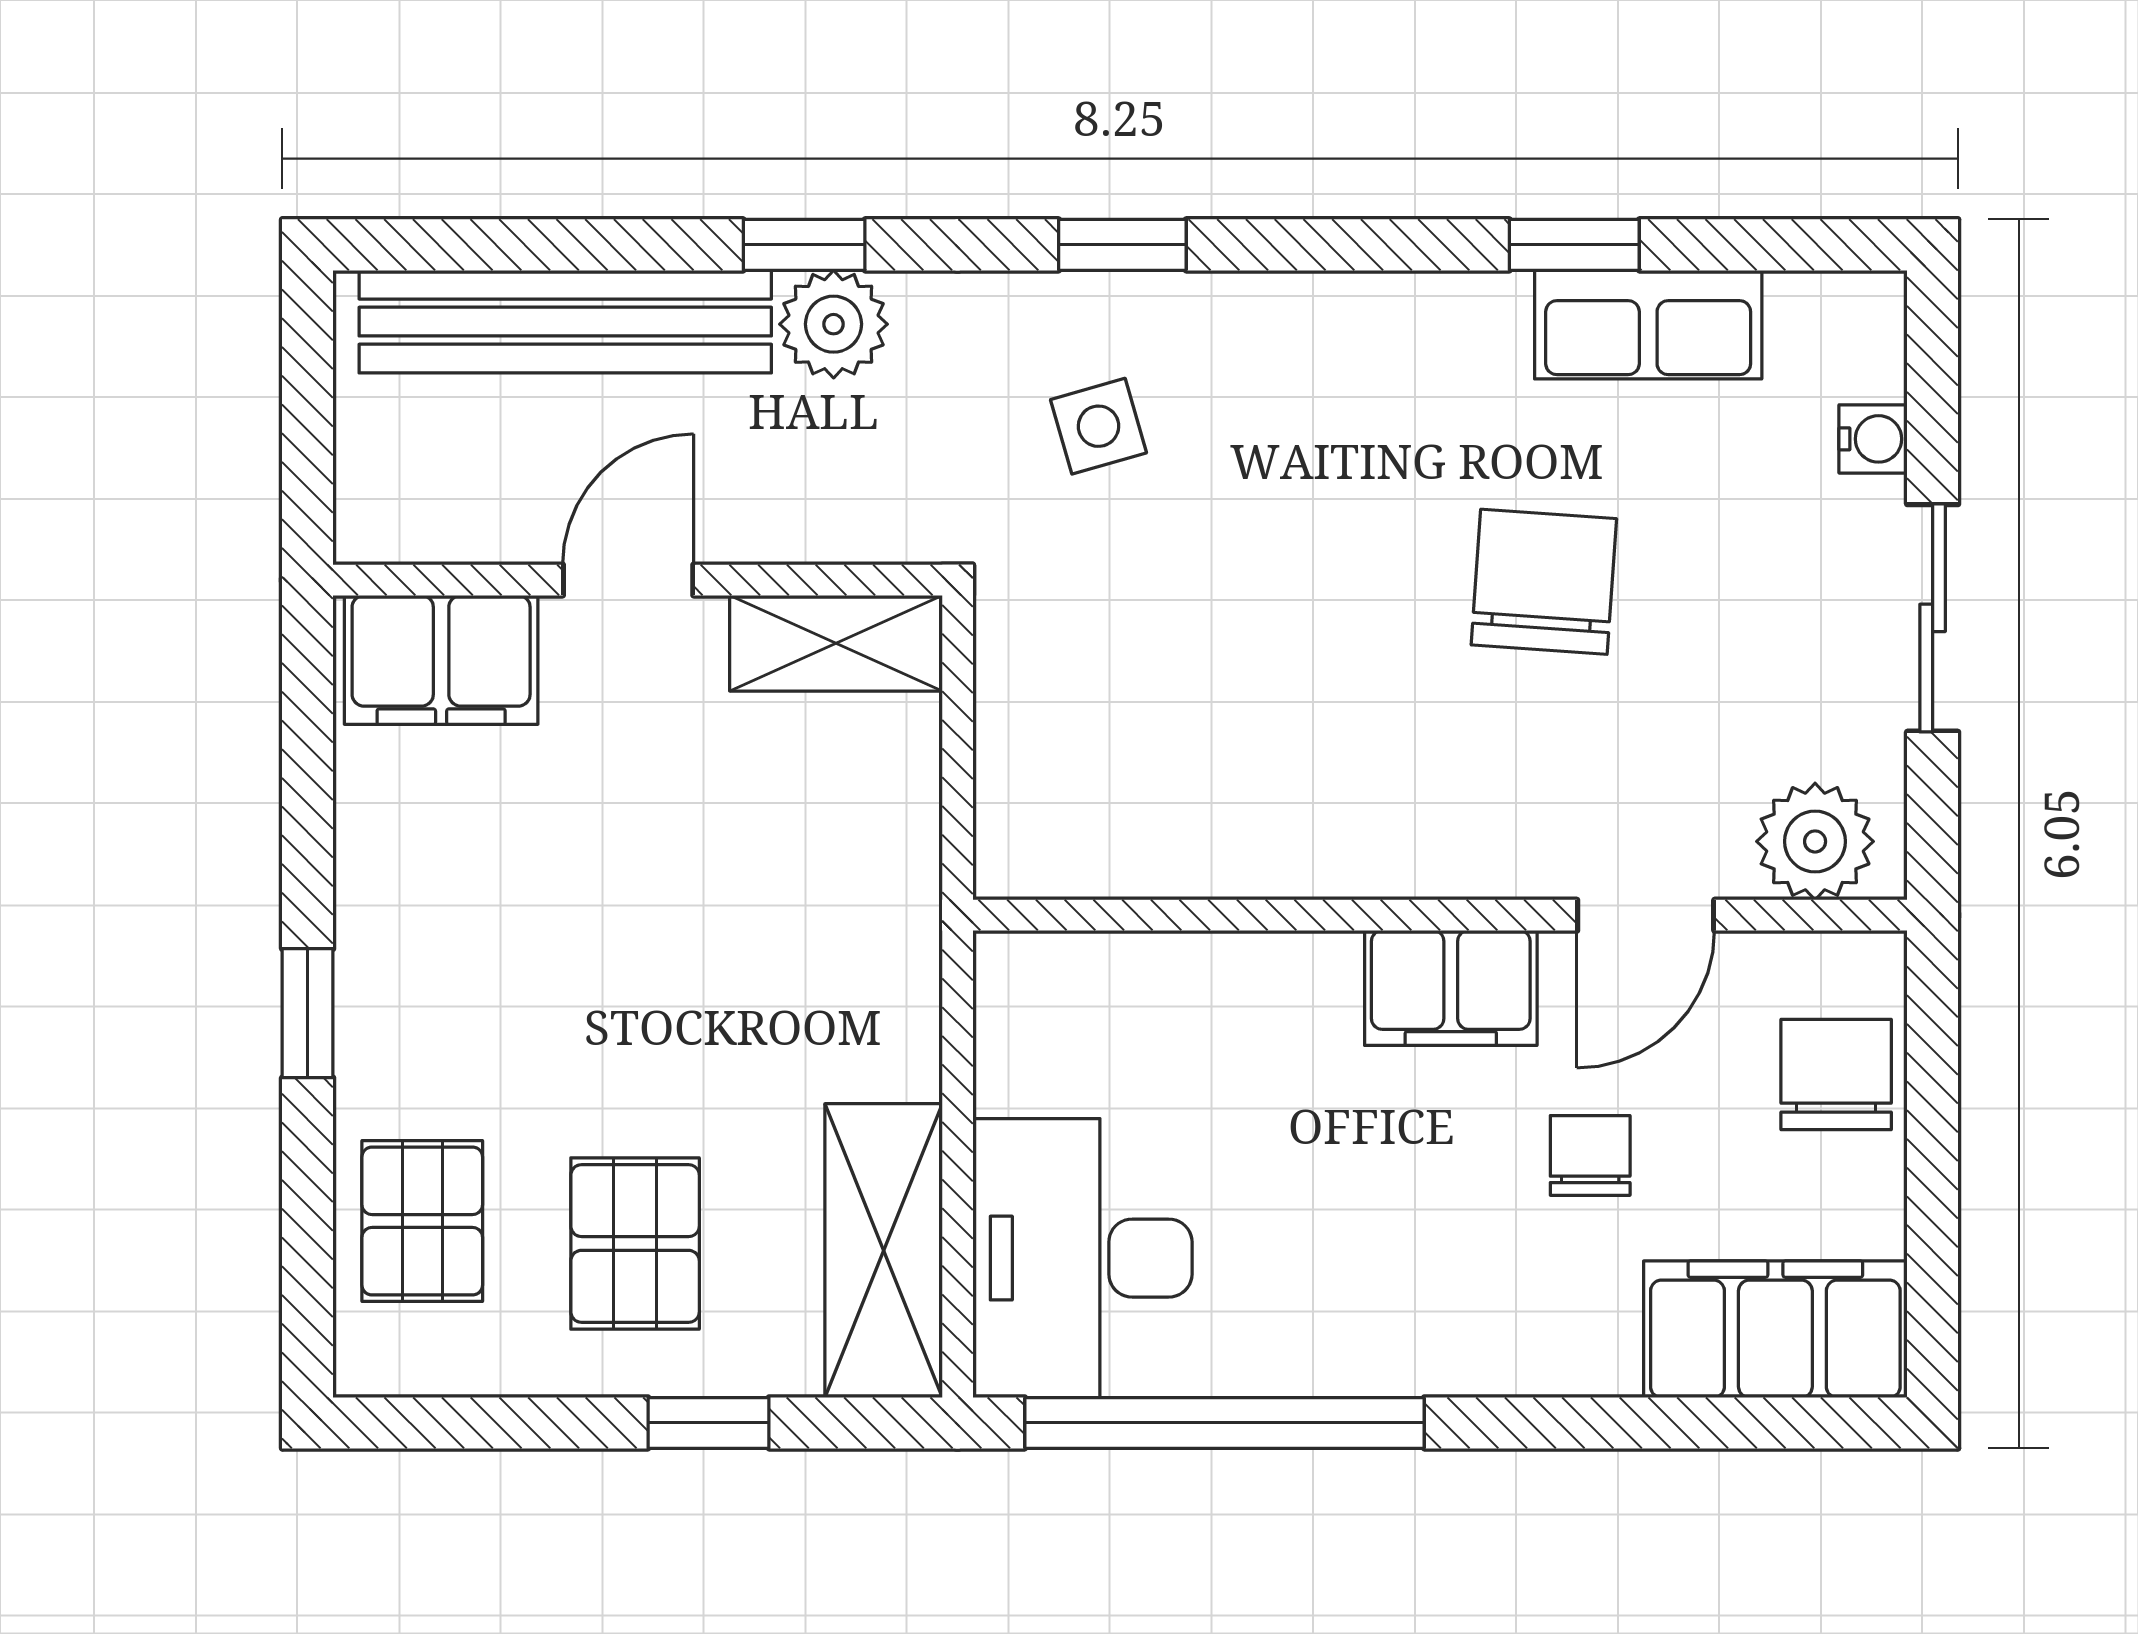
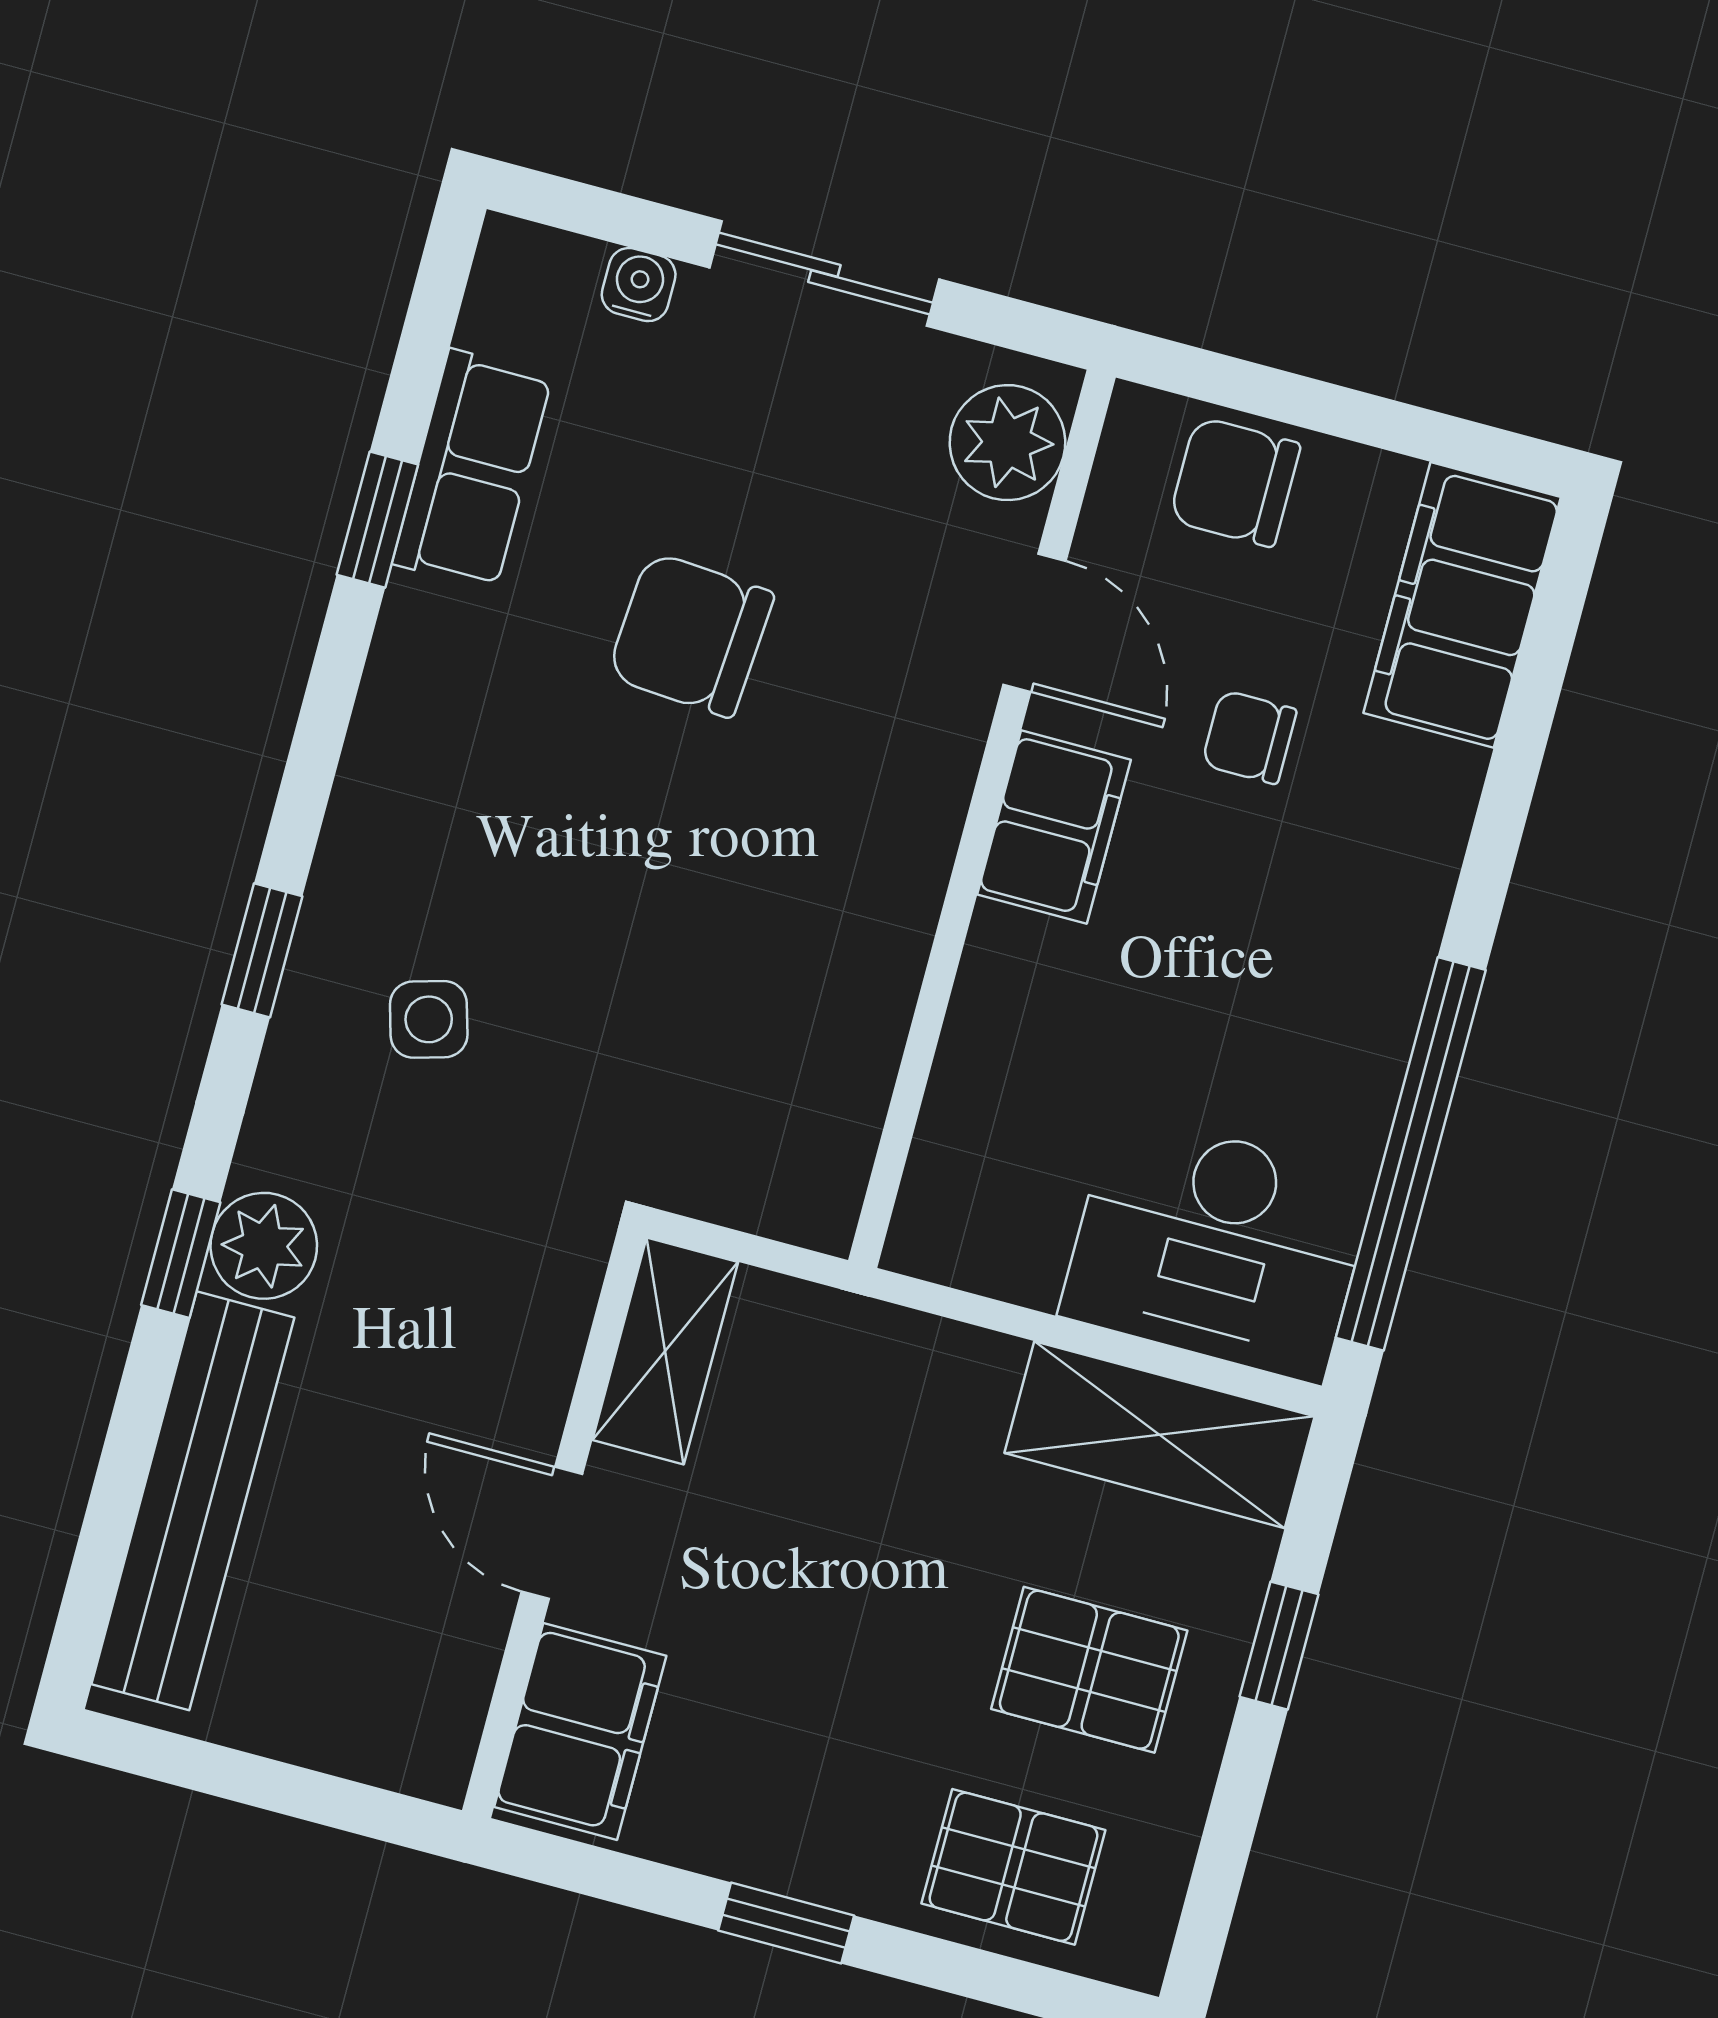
door: (628, 580) -> (552, 1533), moved
wall: (638, 580) -> (554, 1524), moved
shelving: (836, 643) -> (665, 1351), moved
filing cabinet: (441, 660) -> (580, 1731), moved

